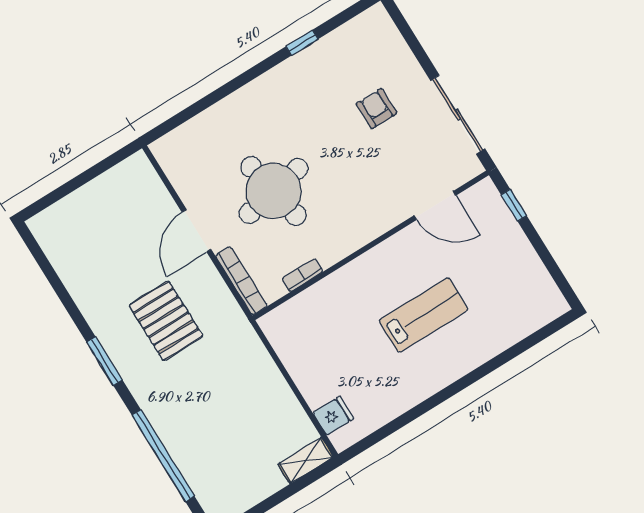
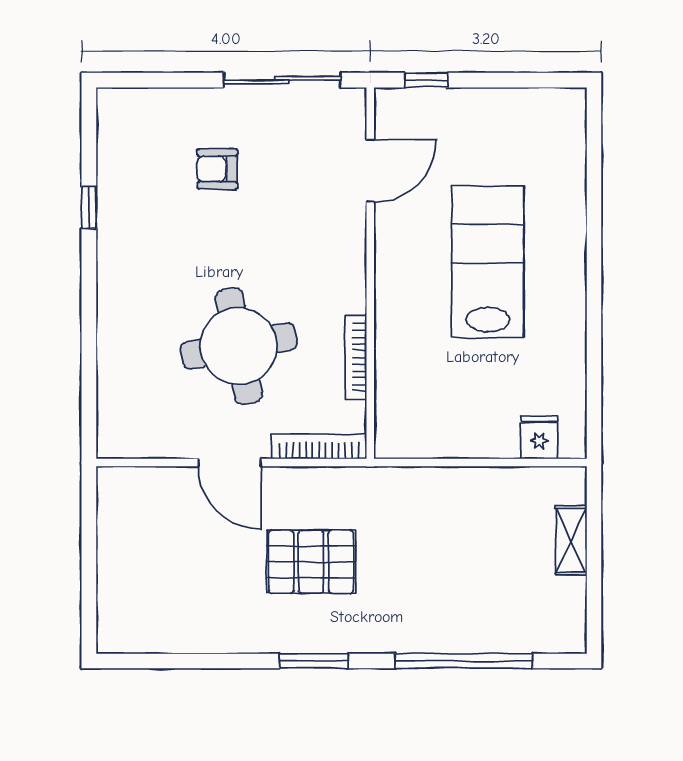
bookcase: (302, 275) -> (356, 357), width x1.56
lab bench: (424, 315) -> (488, 262), width x1.36, depth x1.39
shelving: (306, 461) -> (571, 540), moved

